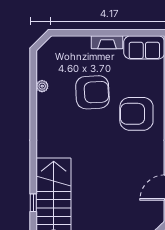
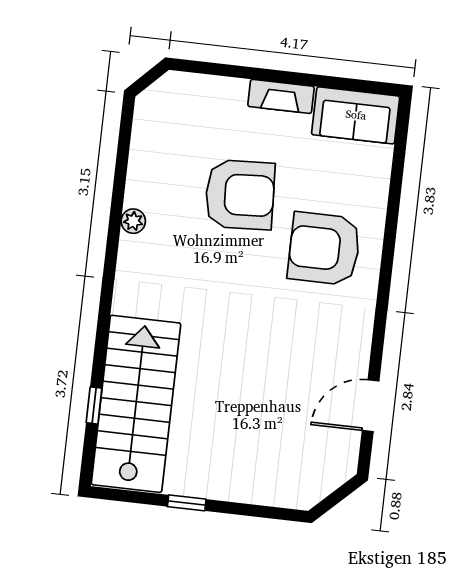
plant: (42, 86) -> (133, 221), moved

